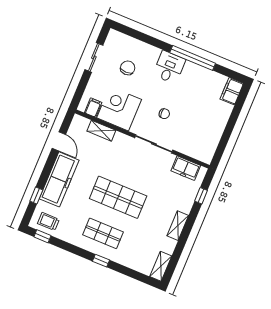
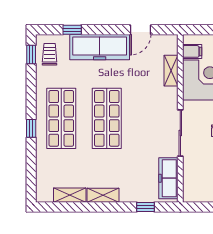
freezer: (186, 168) -> (168, 178), width x1.40
shop shelf: (103, 233) -> (61, 118), width x1.43, depth x1.36
shelving: (161, 266) -> (70, 195), moved

